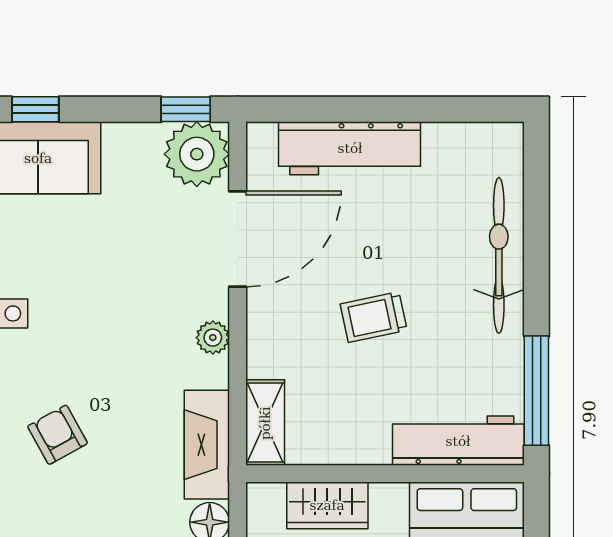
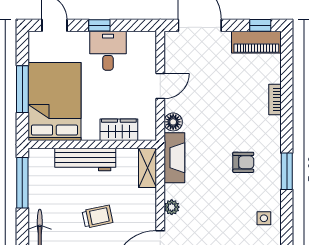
armchair: (58, 435) -> (243, 162), turned -61
workbench: (458, 441) -> (85, 160), moved

